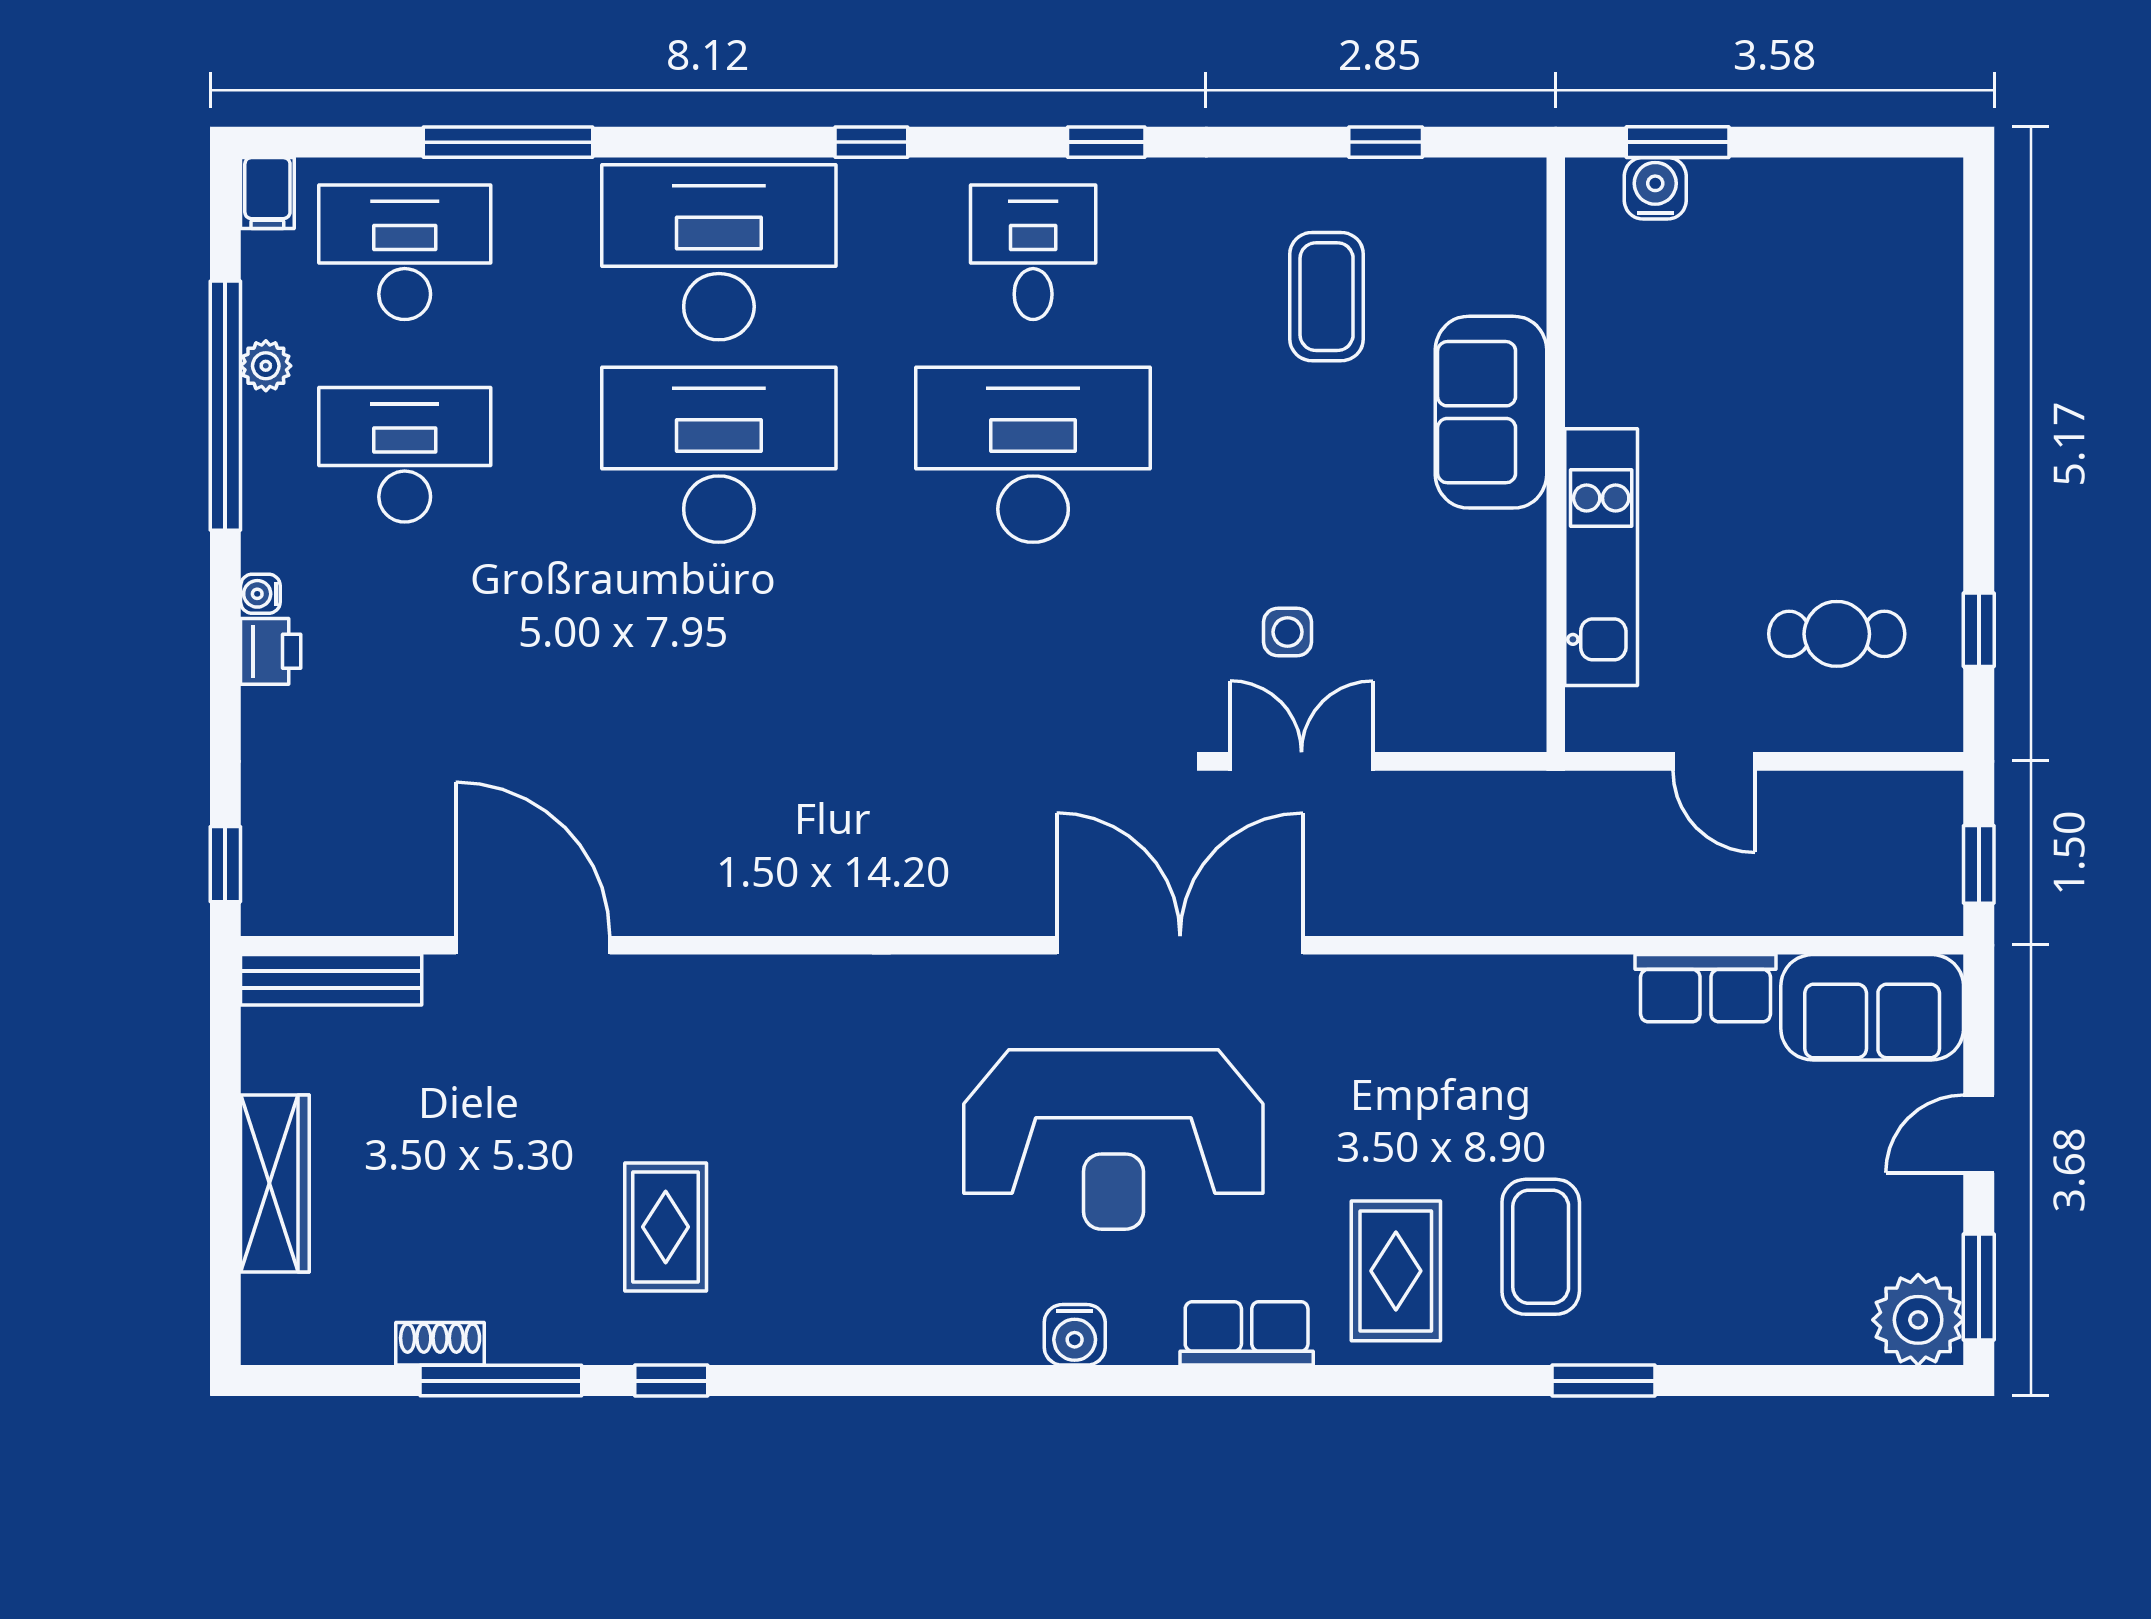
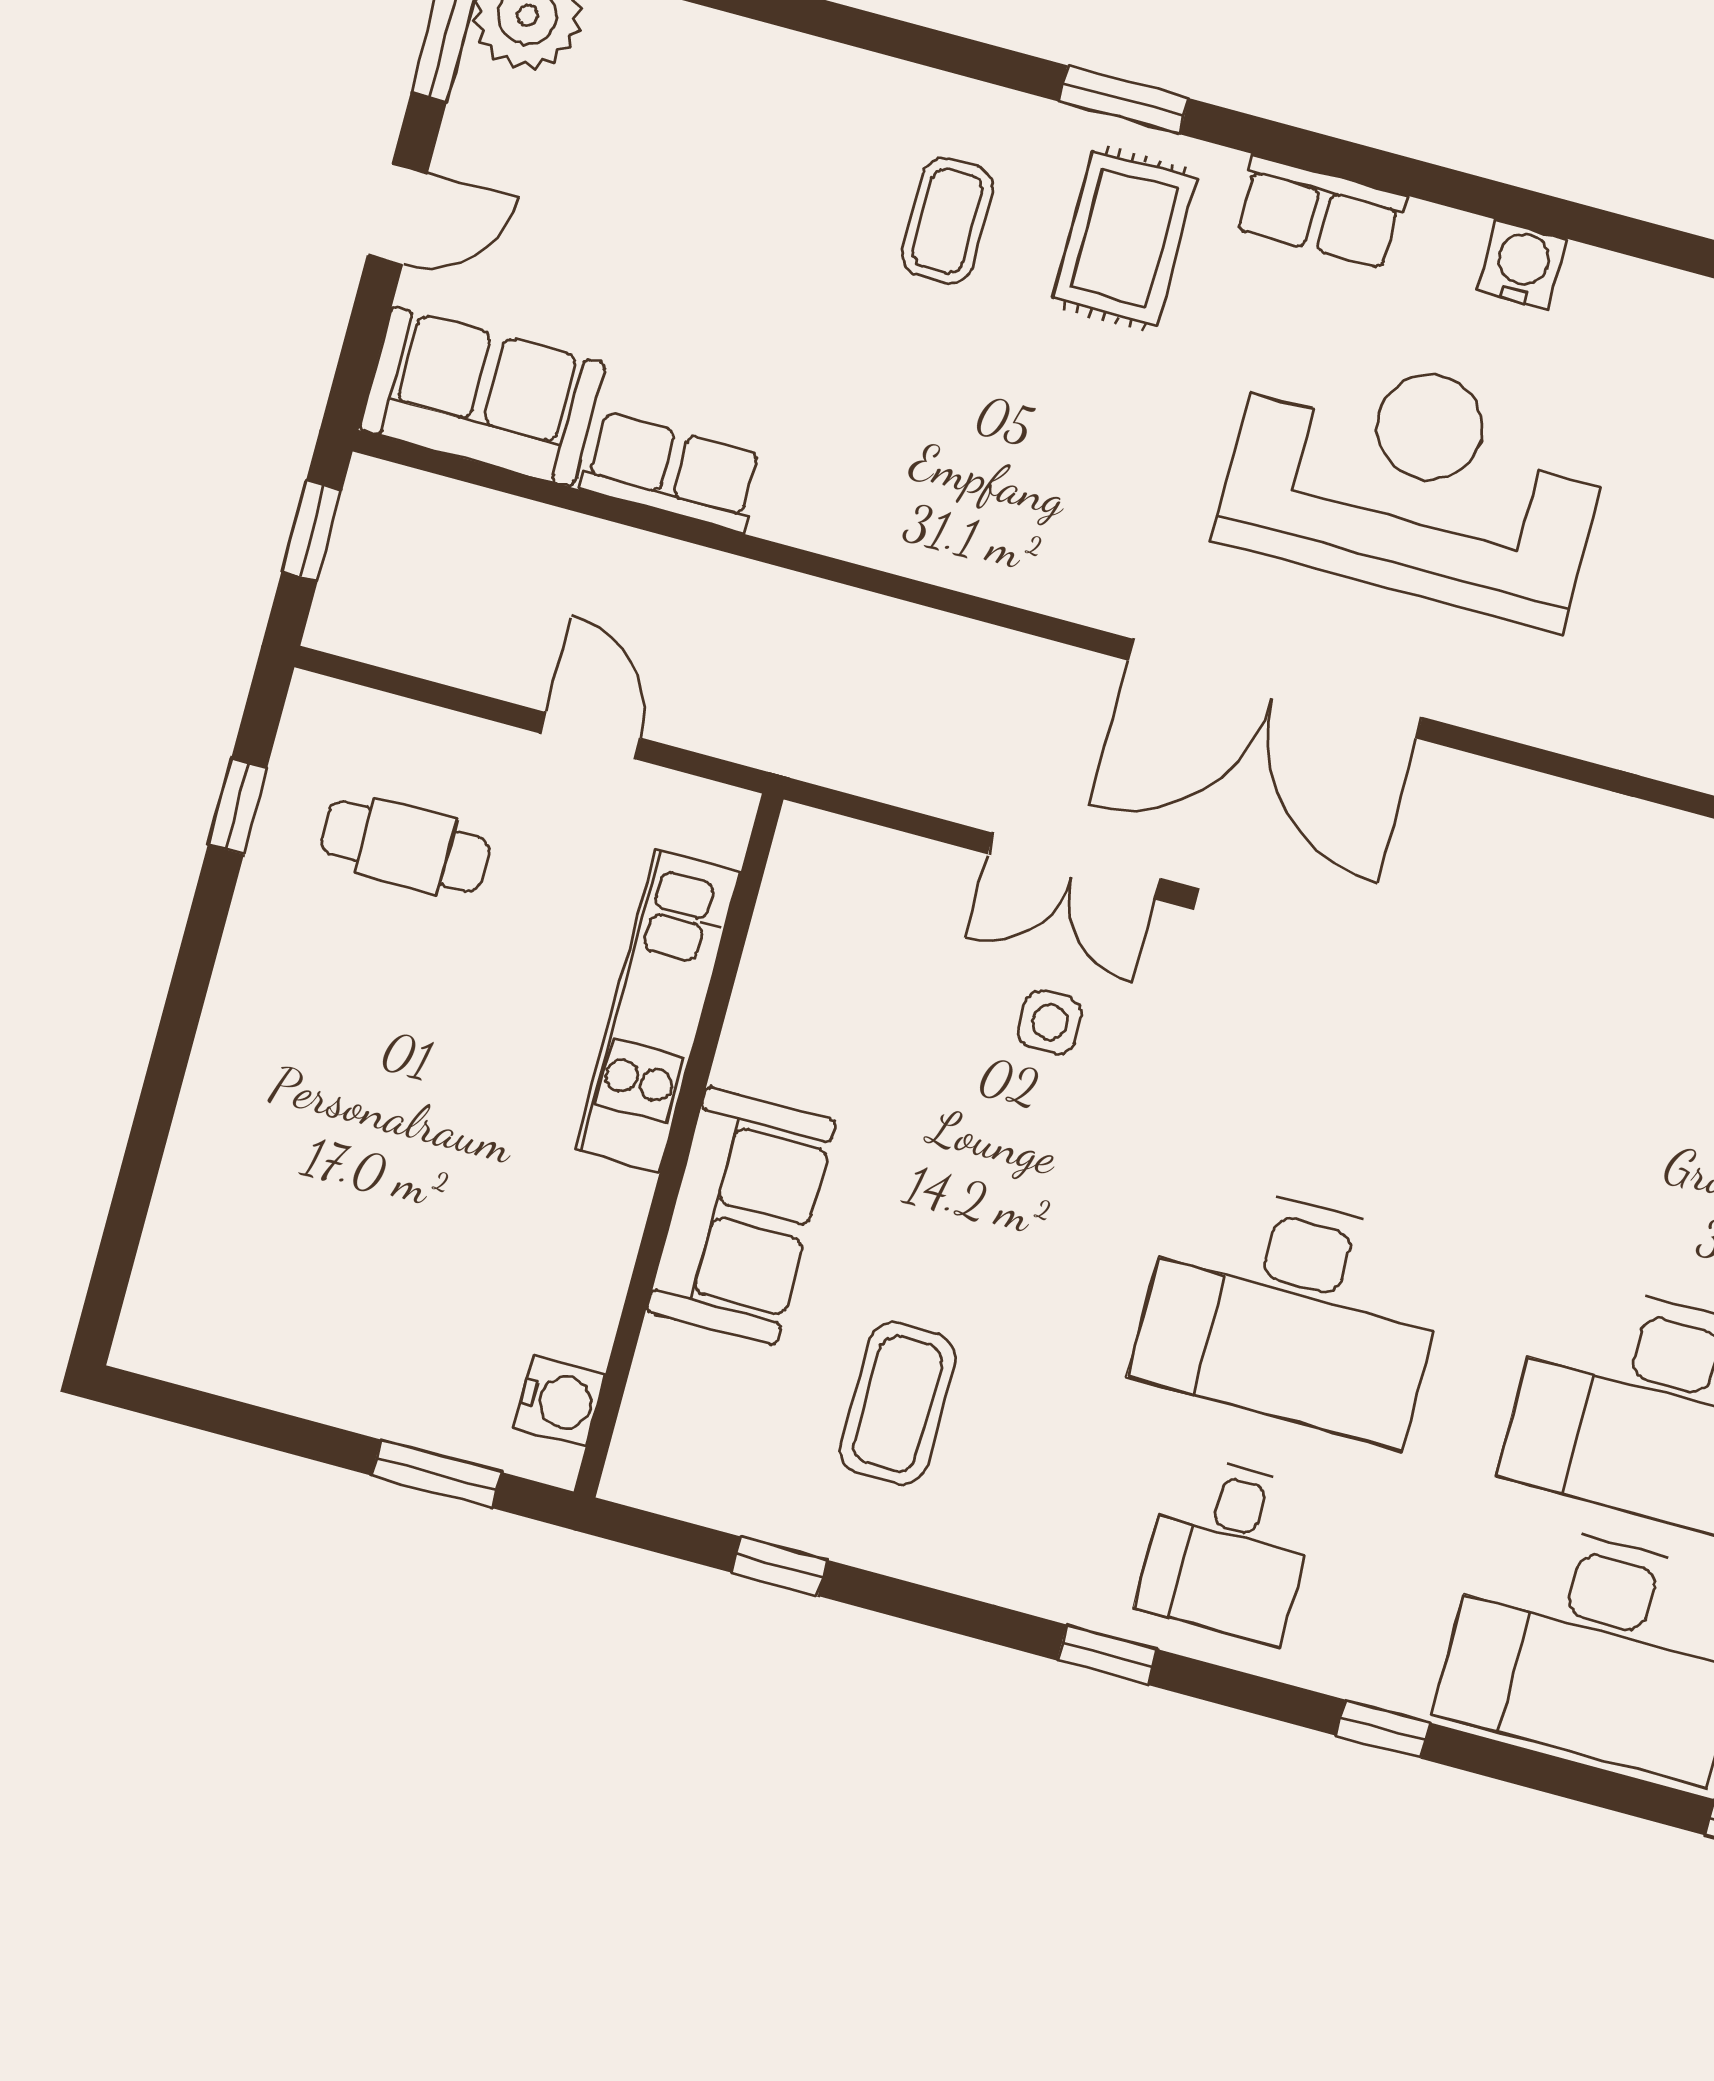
water cooler: (1655, 188) -> (559, 1401), moved, turned -90
coffee table: (1541, 1247) -> (947, 221), width x0.73, depth x0.77
window: (1604, 1381) -> (1123, 100), moved

